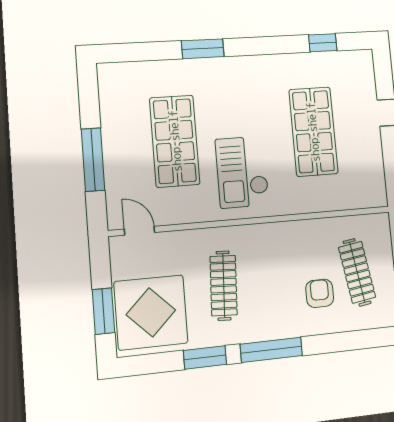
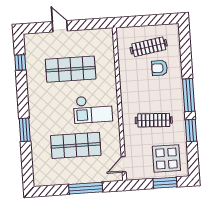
display table: (151, 312) -> (166, 158), width x0.73, depth x0.73

